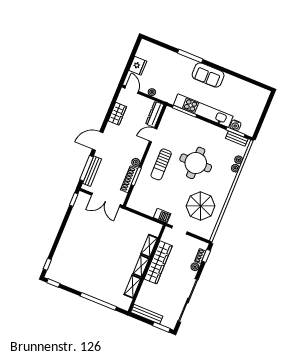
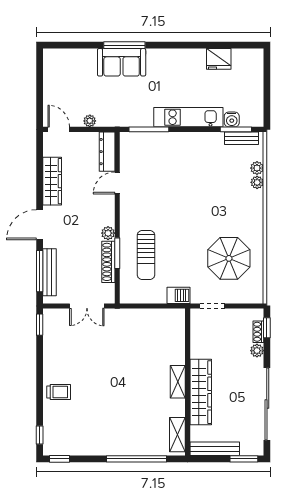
fridge: (138, 66) -> (219, 59), moved, turned 90
sofa: (208, 75) -> (122, 62), moved
kitchen unit: (203, 111) -> (188, 117), width x0.73
wardrobe: (117, 114) -> (52, 181), width x1.50
round table: (196, 163) -> (196, 198), removed
sun lounger: (161, 164) -> (146, 255), moved
double door: (106, 200) -> (87, 306), width x0.73
trolley: (69, 244) -> (59, 392), added
shelving: (149, 246) -> (178, 347), removed
wardrobe: (158, 262) -> (201, 392), moved
shelving: (132, 286) -> (177, 435), moved

